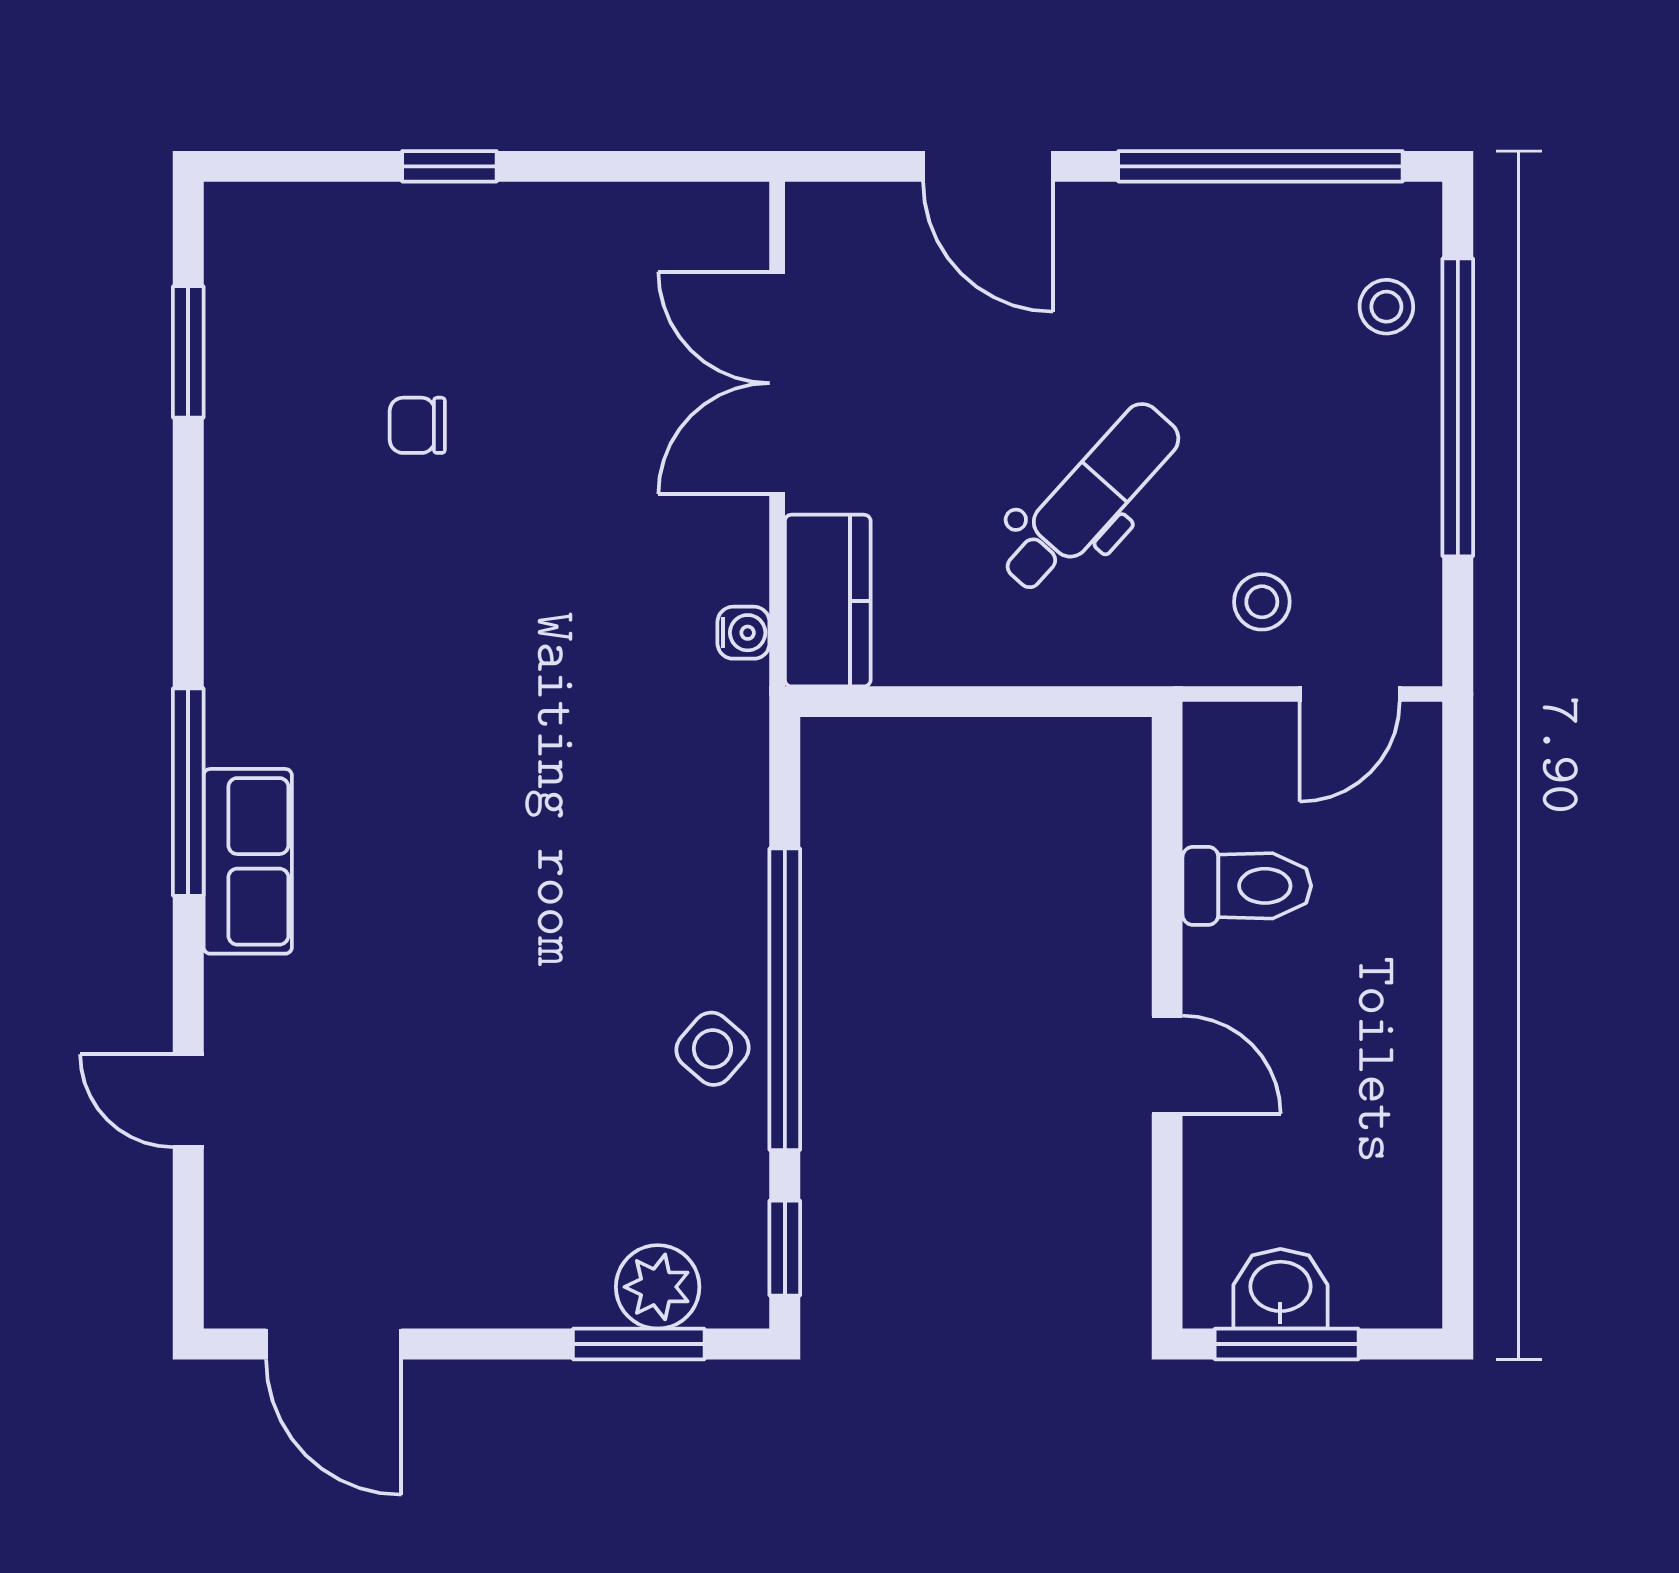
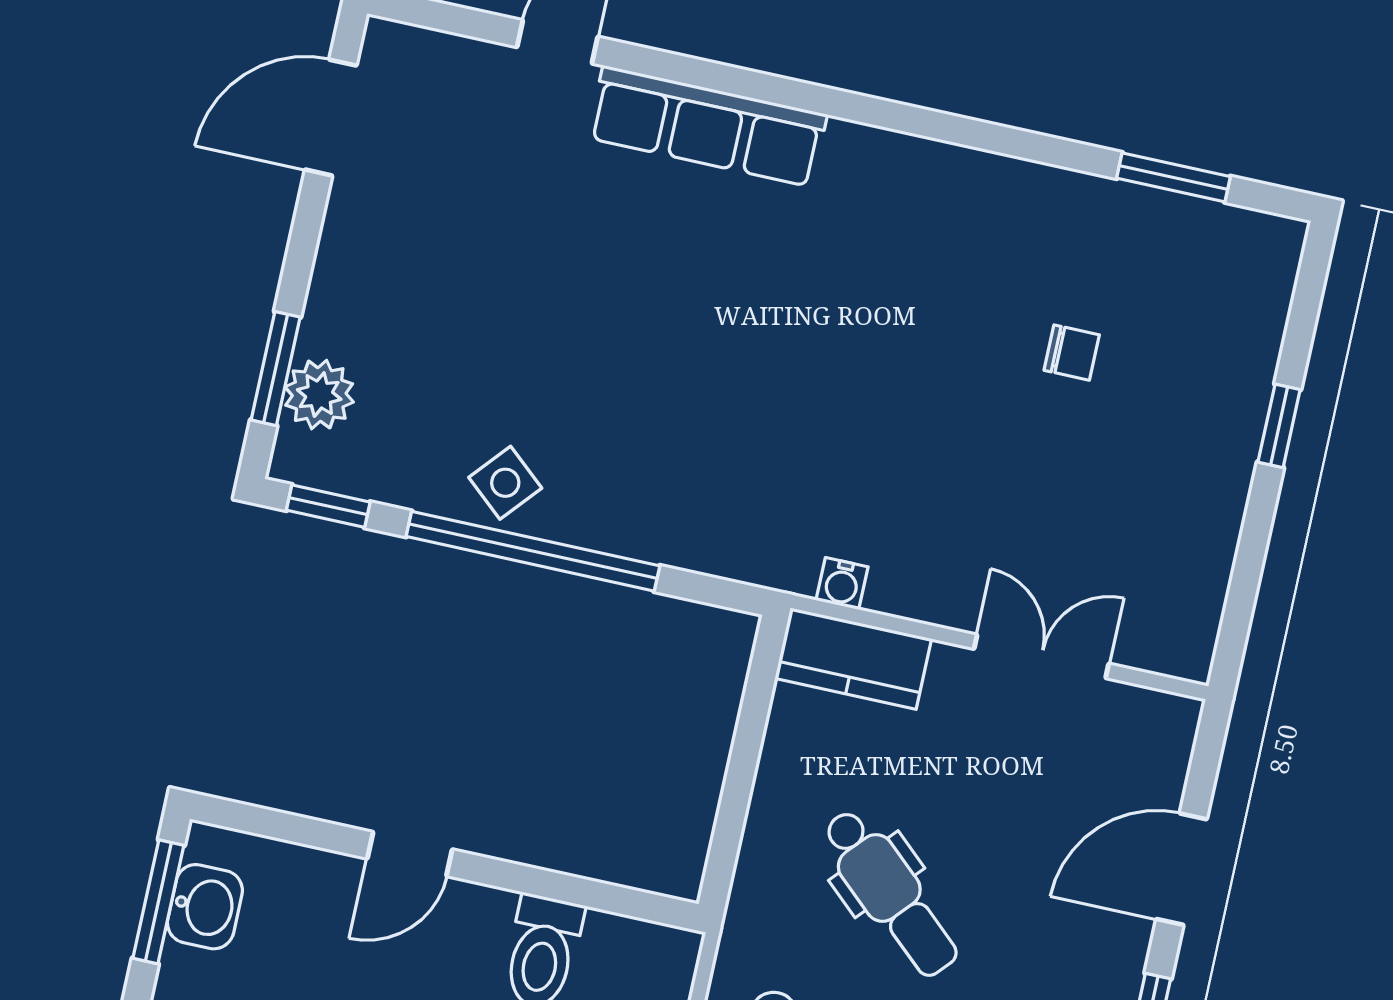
double door: (777, 383) -> (1041, 656), width x0.73
chair: (417, 425) -> (1072, 353), turned 90
window: (188, 792) -> (811, 98), removed
row of seats: (248, 861) -> (707, 126), width x1.48

